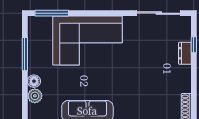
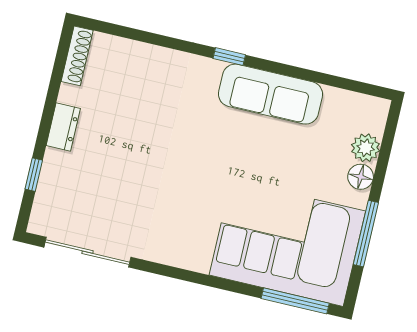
corner sofa: (87, 40) -> (287, 243), moved
dresser: (185, 53) -> (63, 127), moved

